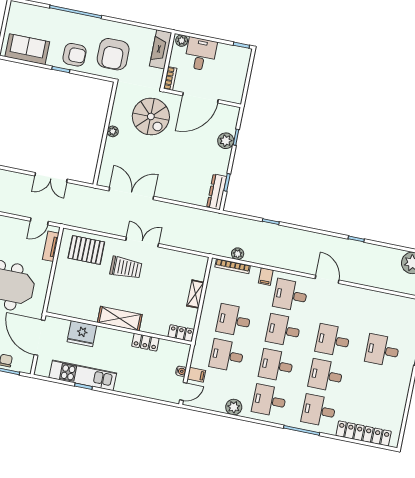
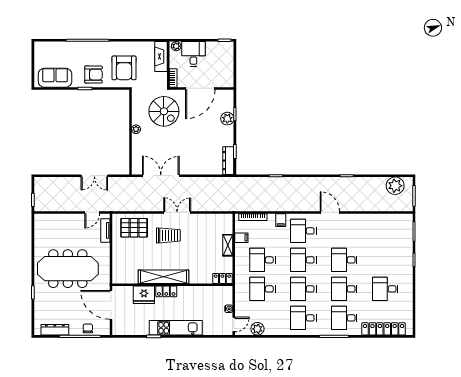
plant: (238, 254) -> (255, 206), removed
shelving: (120, 319) -> (164, 277), width x1.47
locker: (145, 342) -> (166, 291), moved
desk: (382, 350) -> (385, 289), moved
kitchen unit: (83, 375) -> (176, 328), moved
filing cabinet: (196, 375) -> (241, 238), moved
plant: (234, 407) -> (257, 329), moved

